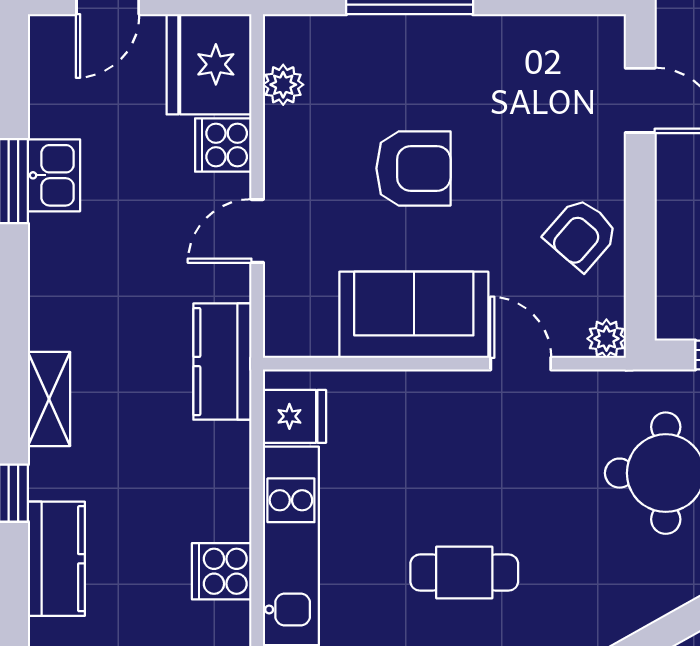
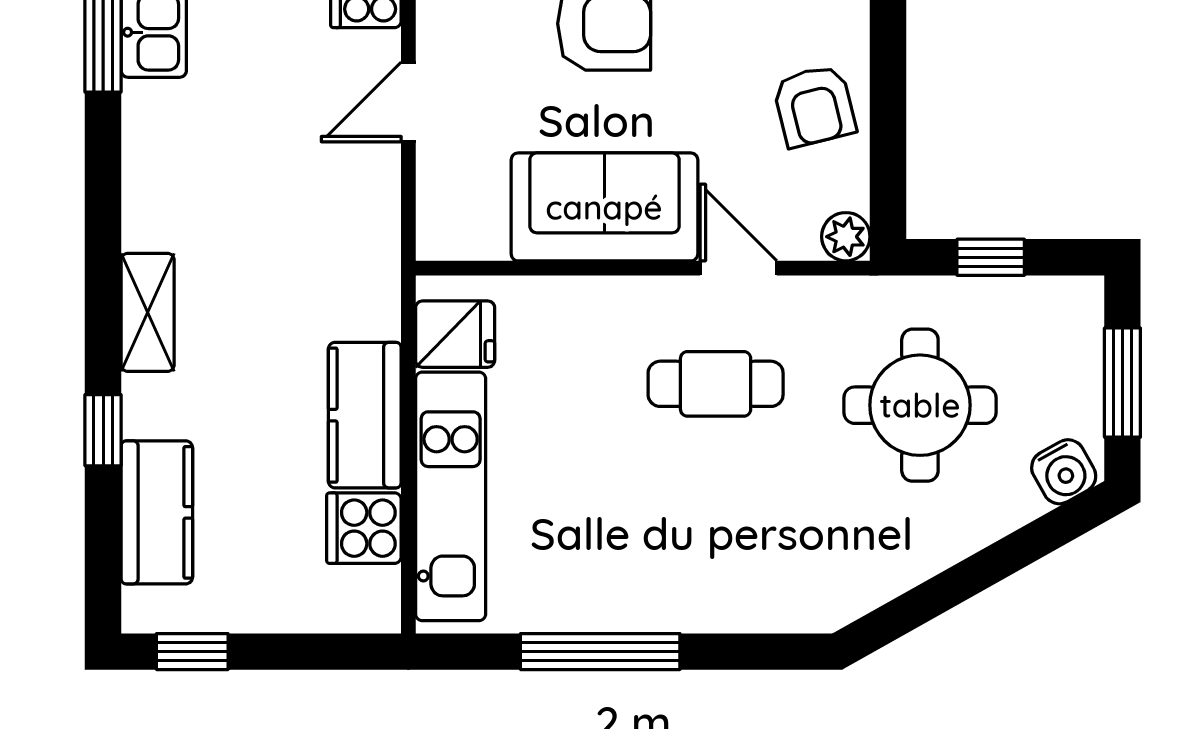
armchair: (581, 234) -> (814, 106), turned -55
kitchen counter: (222, 362) -> (365, 415), moved
cafe table: (464, 573) -> (716, 384), moved

